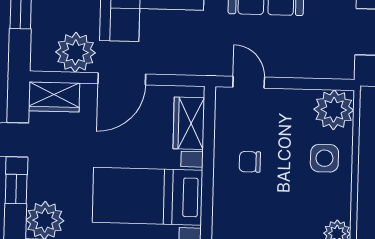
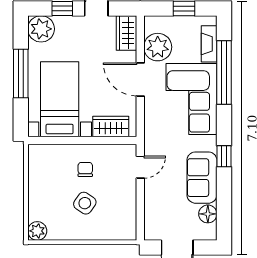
plant: (334, 110) -> (123, 226), removed
side table: (324, 158) -> (85, 203), moved, turned 35

